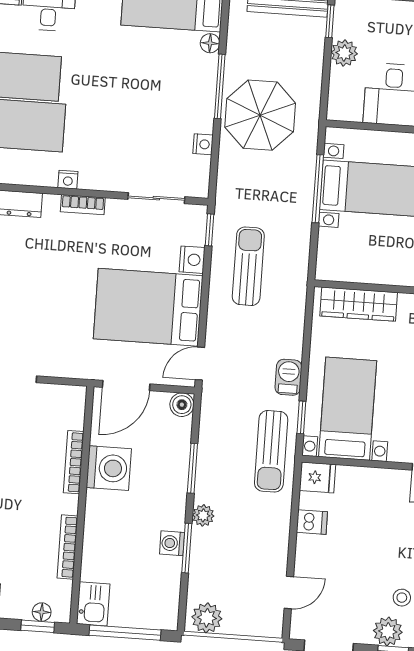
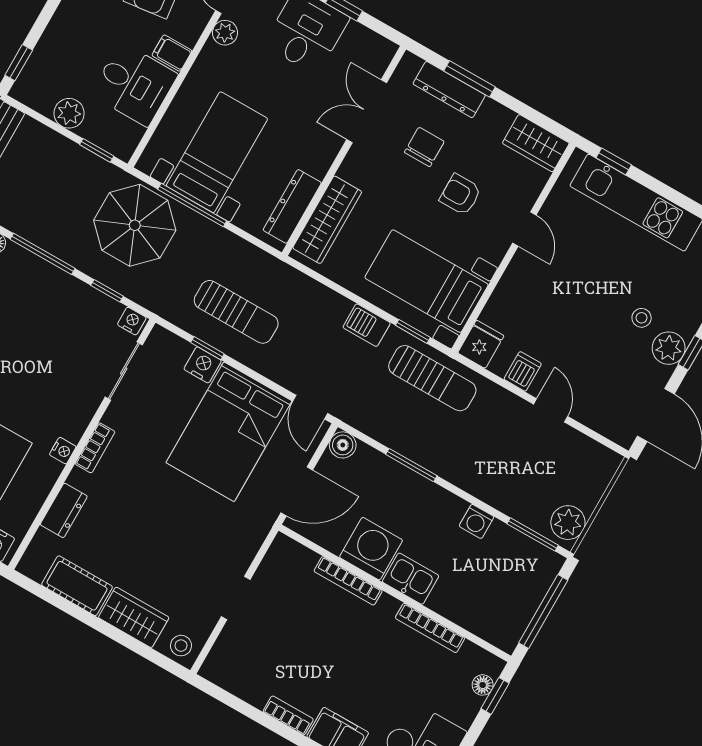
window: (330, 21) -> (97, 150), moved
parasol: (260, 115) -> (135, 225), moved
nightstand: (203, 144) -> (132, 321), moved
window: (215, 153) -> (107, 291), added
window: (209, 230) -> (207, 348), moved
sun lounger: (248, 266) -> (236, 312), turned 180
dresser: (356, 270) -> (292, 206), added
door: (126, 386) -> (297, 491), hinge flipped
plant: (203, 515) -> (464, 477), removed
window: (187, 548) -> (533, 534), moved
door: (289, 593) -> (551, 410), moved
kitchen sink: (93, 604) -> (410, 579), moved

